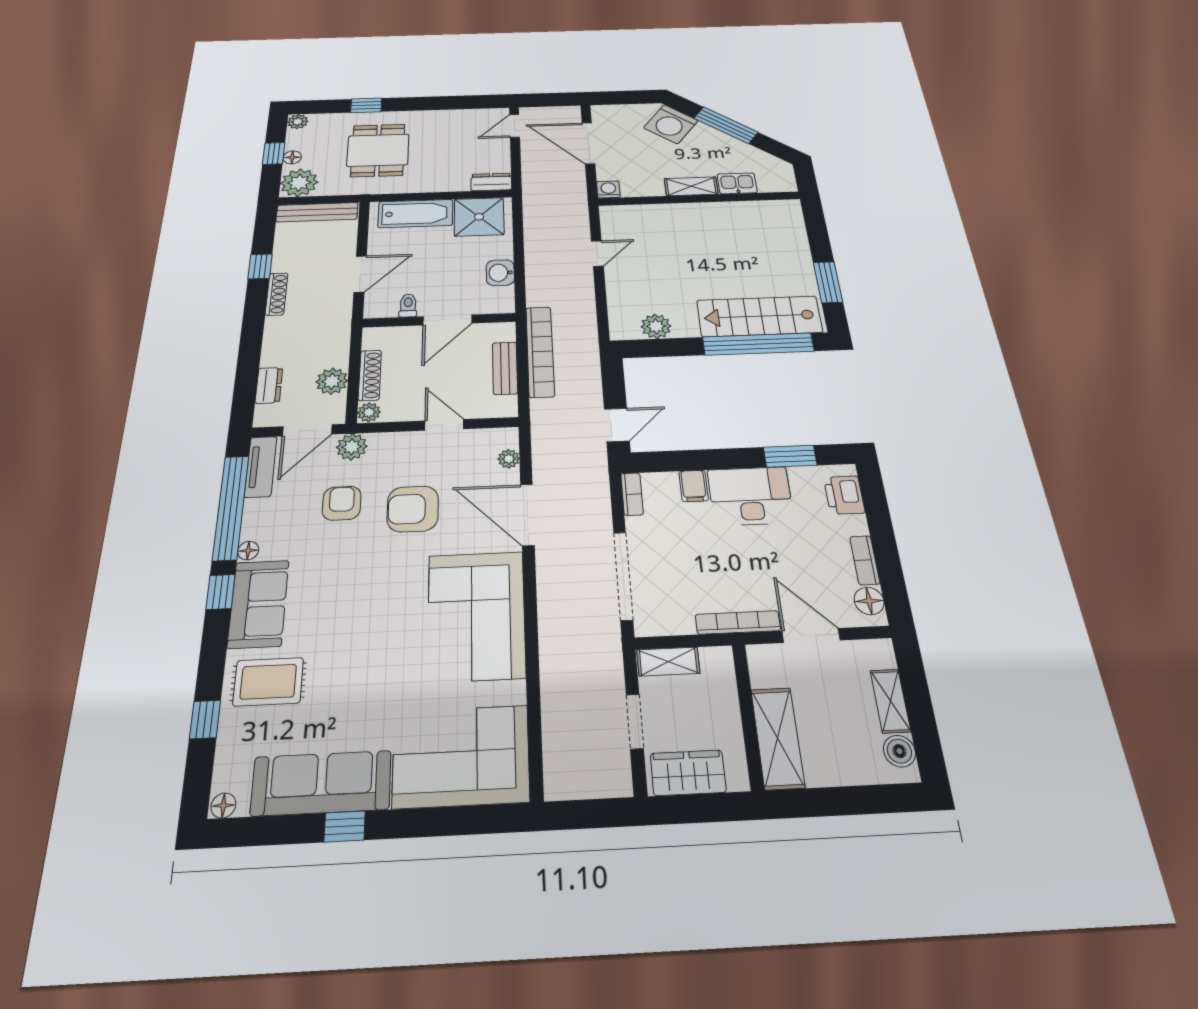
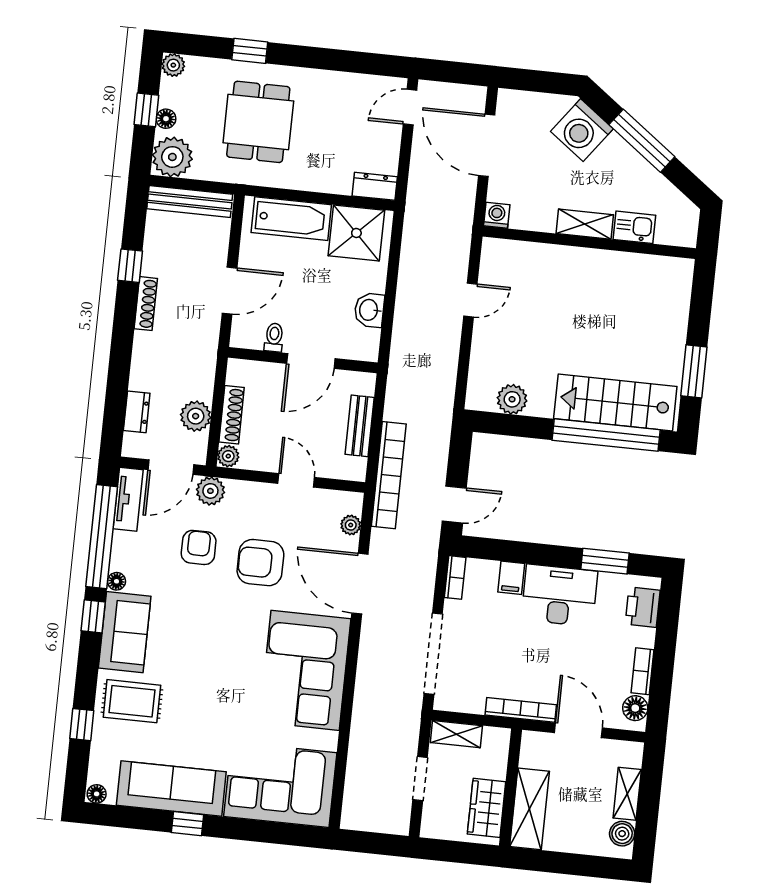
bookcase: (540, 351) -> (389, 475), moved
wardrobe: (688, 773) -> (487, 808), moved, turned -90

